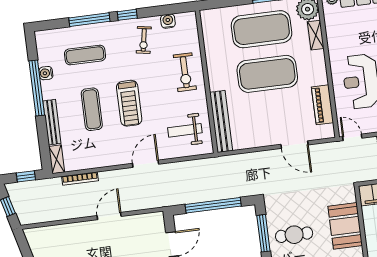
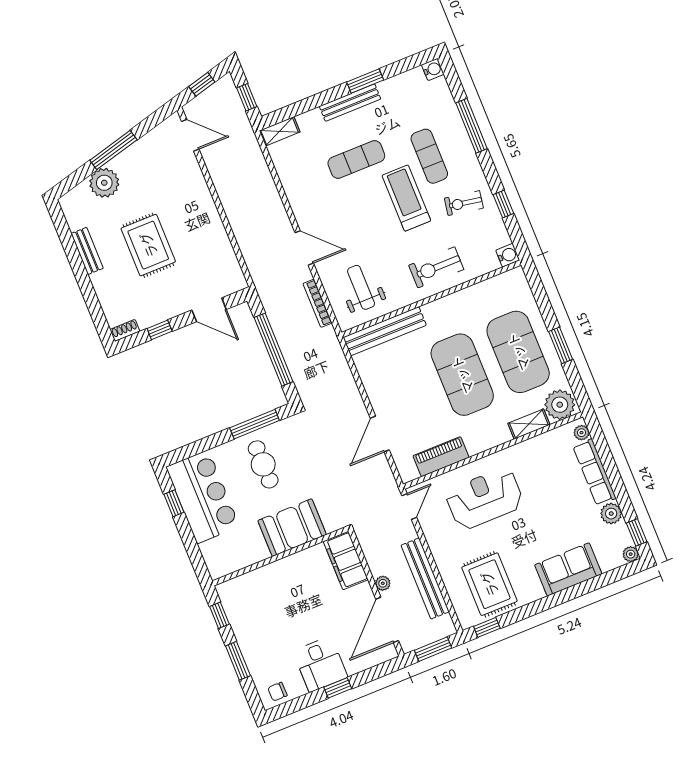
window: (127, 15) -> (503, 204), moved
water cooler: (168, 21) -> (508, 255), moved
exercise mat: (85, 55) -> (429, 156), moved
water cooler: (46, 73) -> (433, 69), moved, turned 90
window: (37, 88) -> (365, 81), width x0.47
treadmill: (129, 103) -> (406, 198), moved, turned 90
bench: (52, 122) -> (350, 103), moved
bookcase: (80, 179) -> (318, 303), moved
door: (109, 216) -> (190, 135), moved

